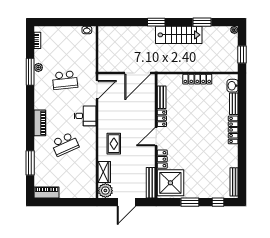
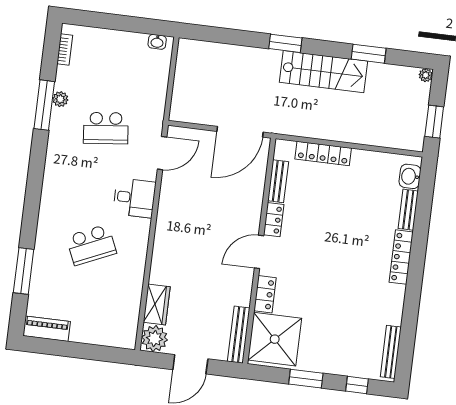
locker: (197, 79) -> (323, 153), moved
piano: (40, 123) -> (51, 200), removed
rug: (114, 144) -> (180, 255), removed

